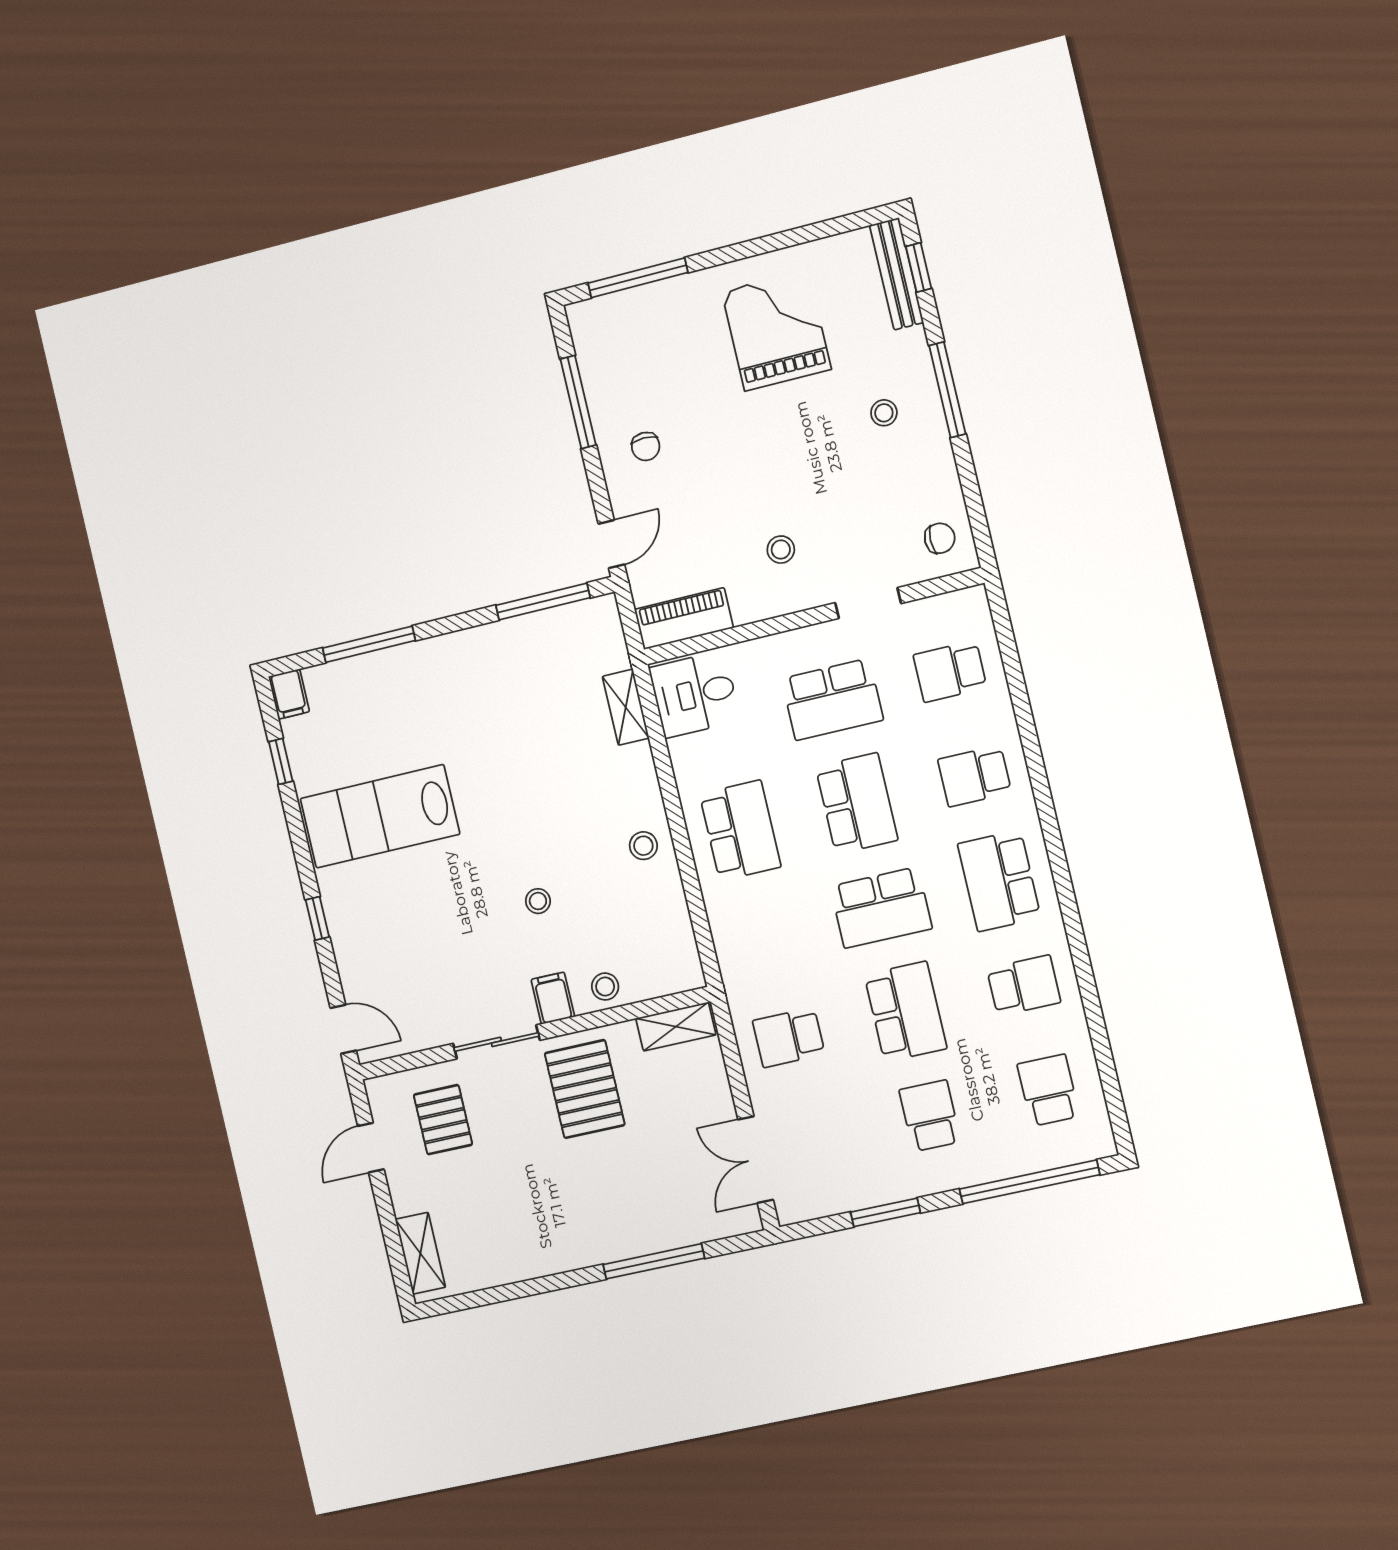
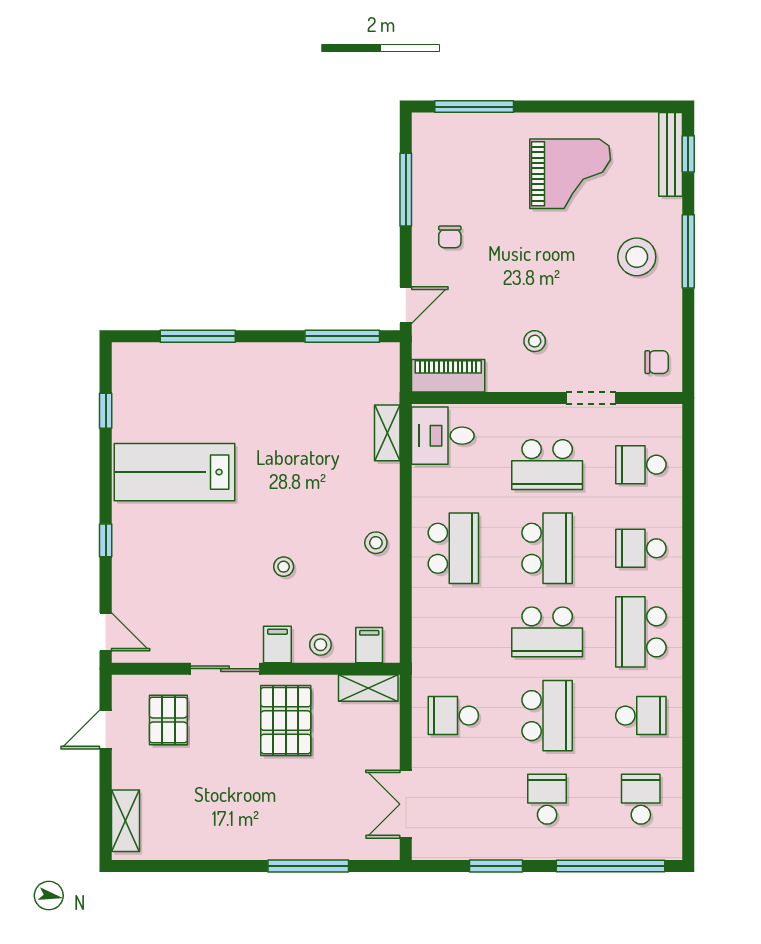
grand piano: (776, 330) -> (570, 174), turned 90
stool: (884, 413) -> (637, 257), width x1.89, depth x1.89
filing cabinet: (289, 694) -> (369, 645), moved, turned 180

